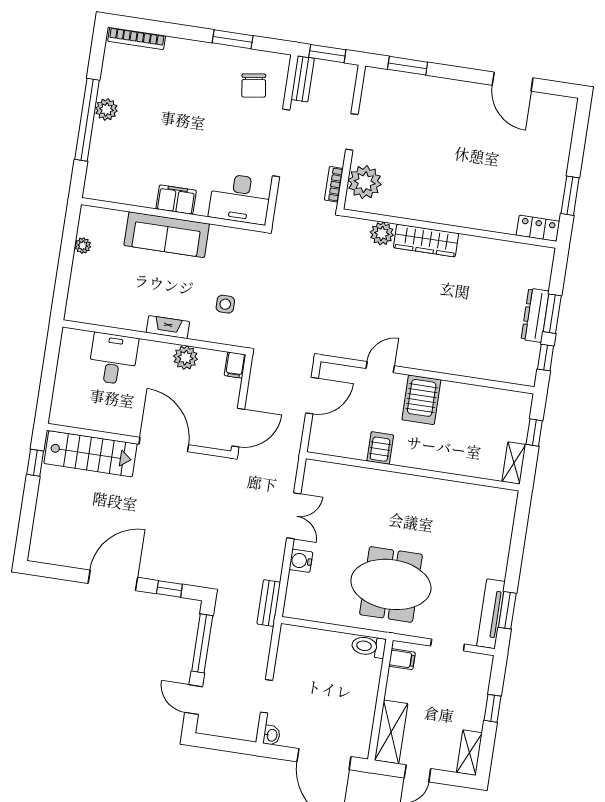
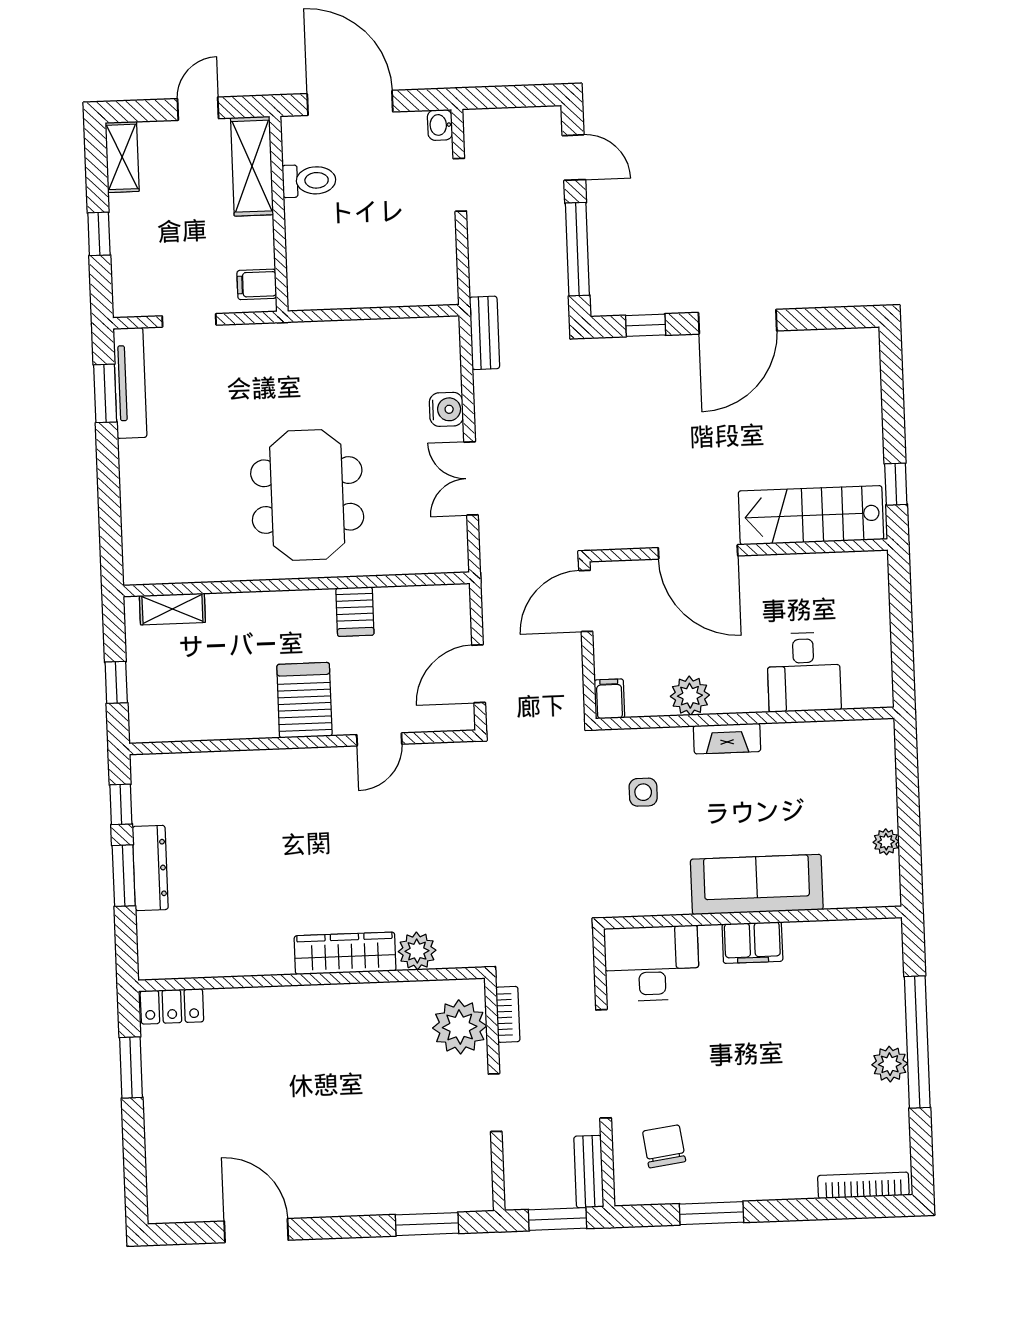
shelving: (514, 463) -> (172, 609), moved, turned 90
meeting table: (391, 584) -> (307, 495), moved, turned 90
toilet: (369, 646) -> (309, 181), moved

